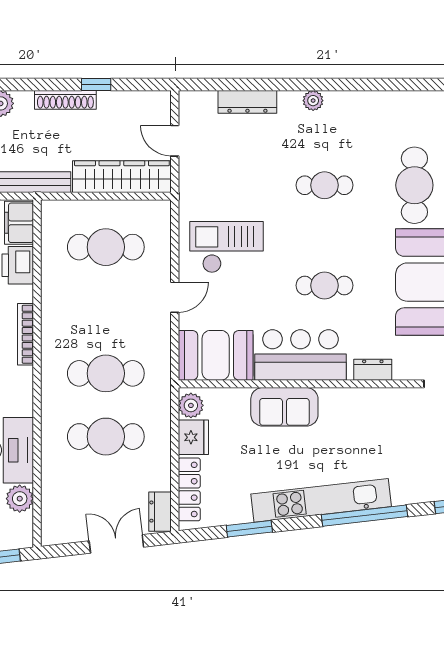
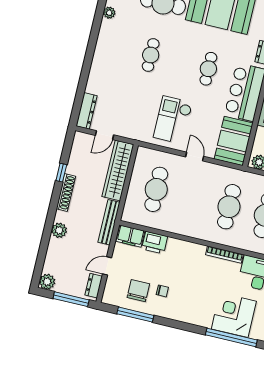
plant: (313, 101) -> (109, 13), moved
dresser: (247, 102) -> (87, 111), moved
bookcase: (25, 334) -> (224, 255), moved

